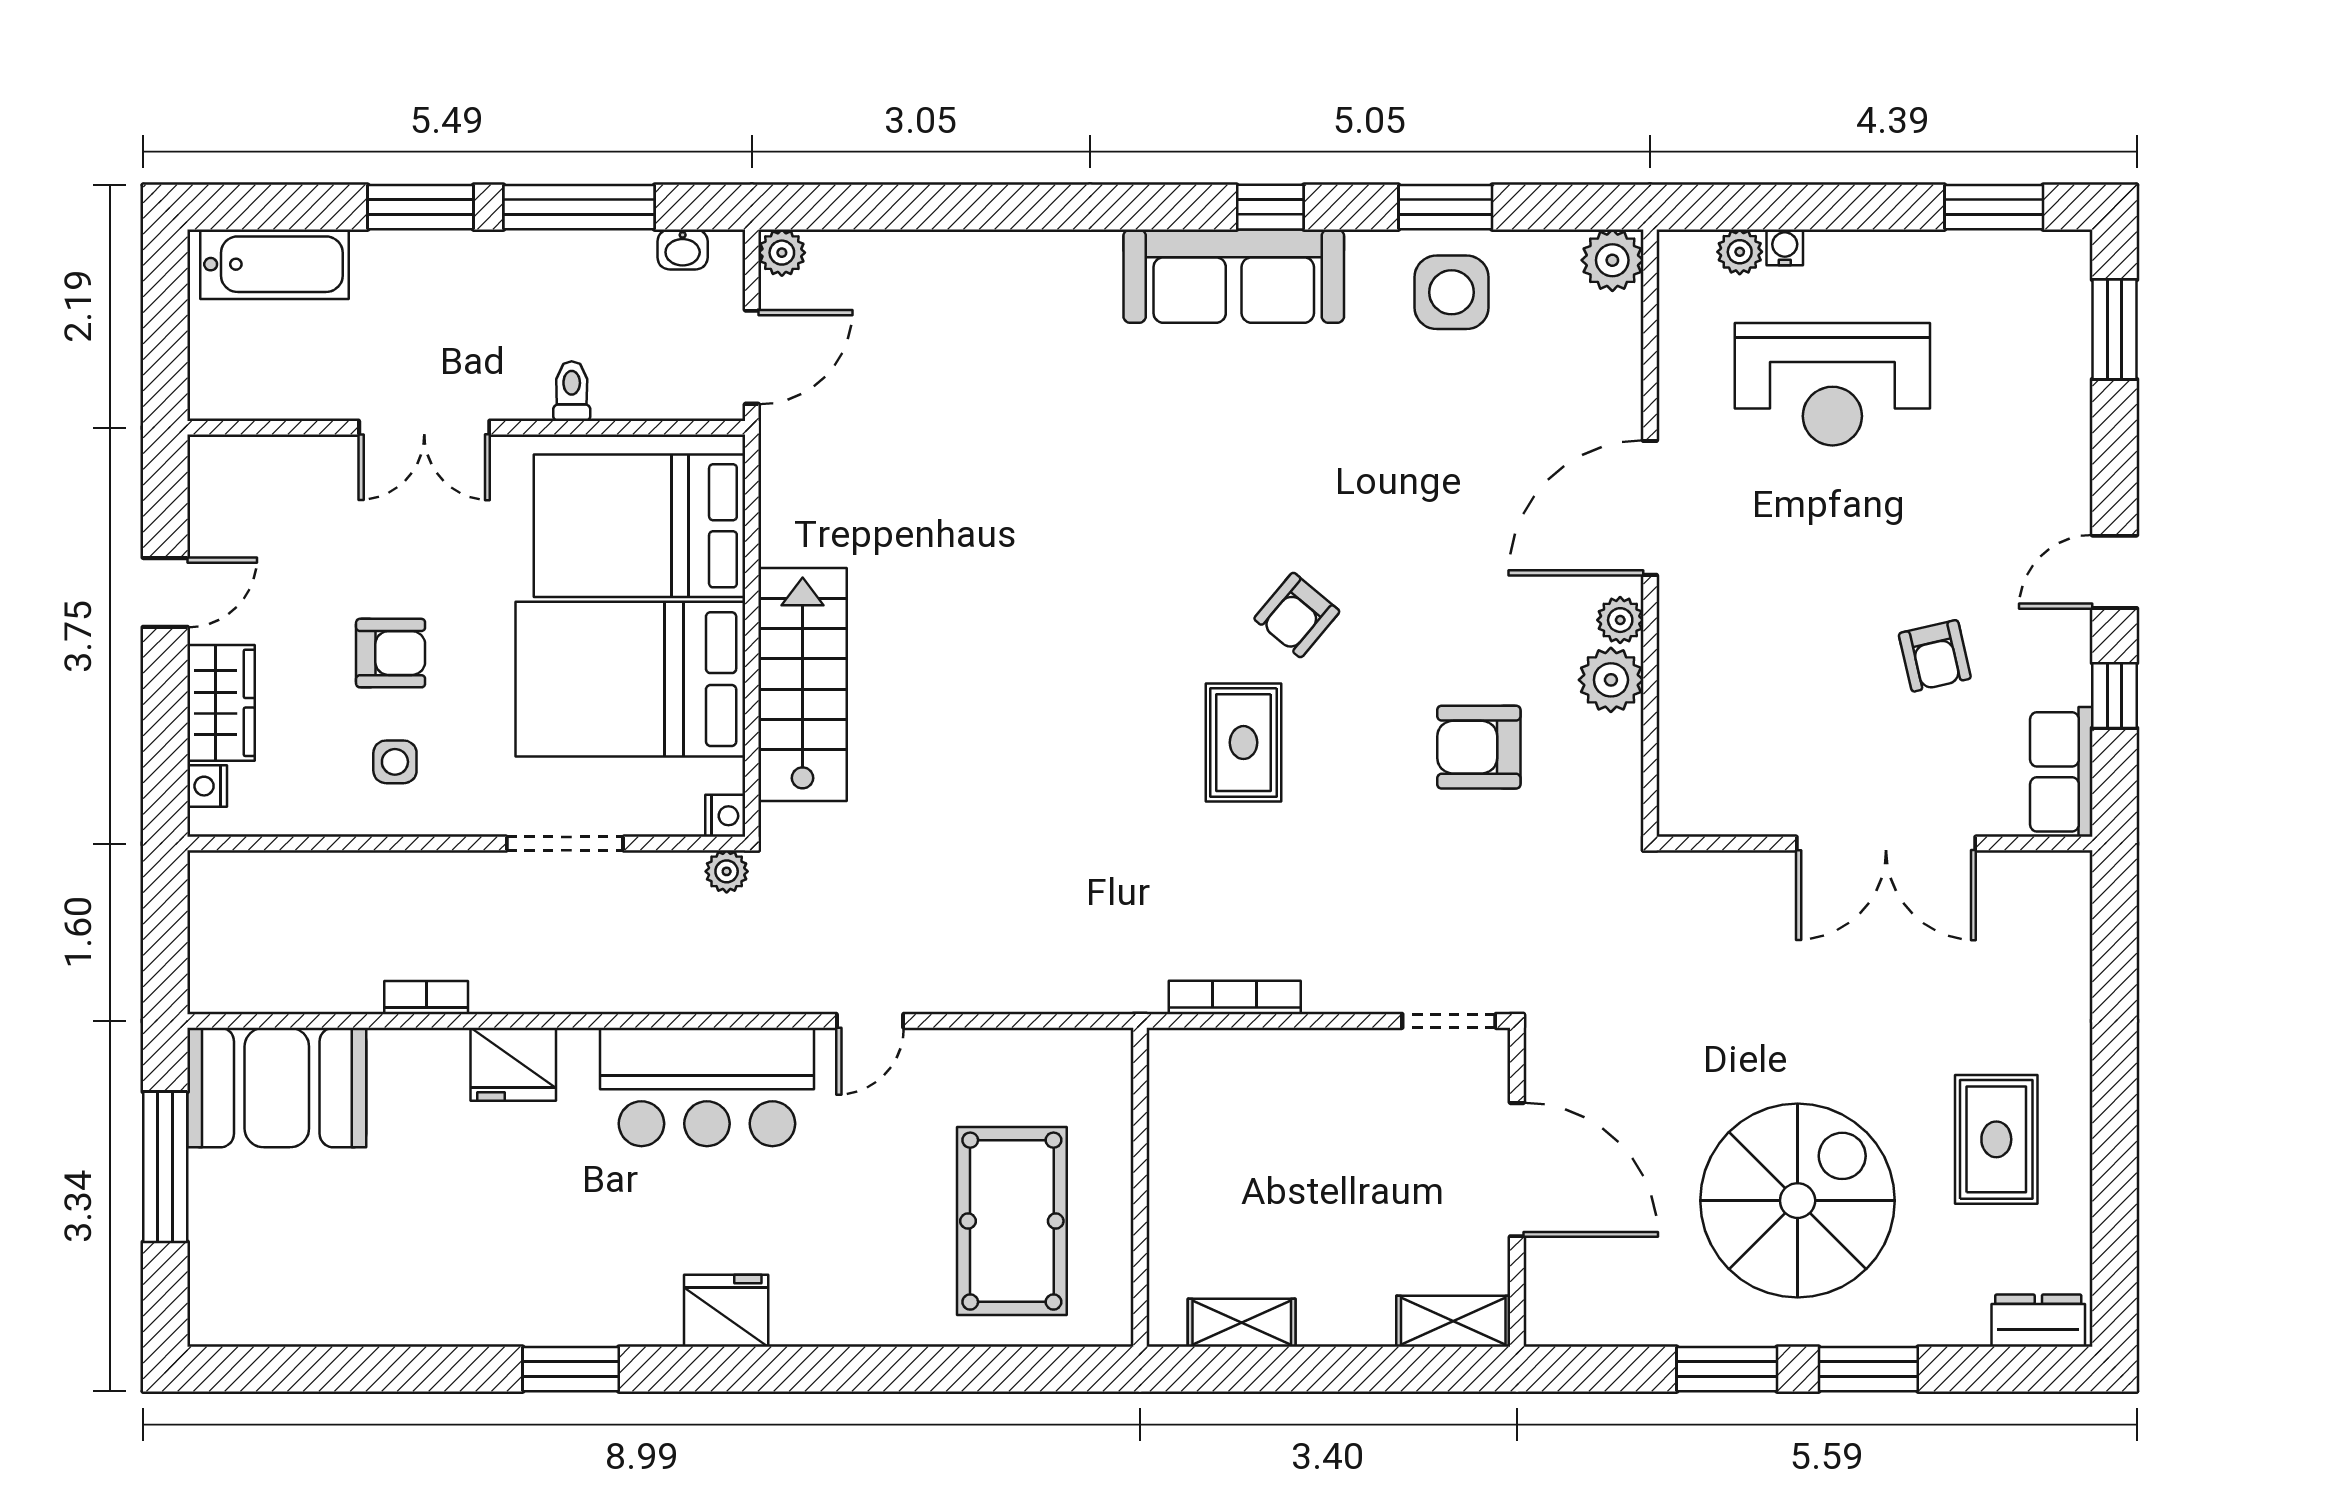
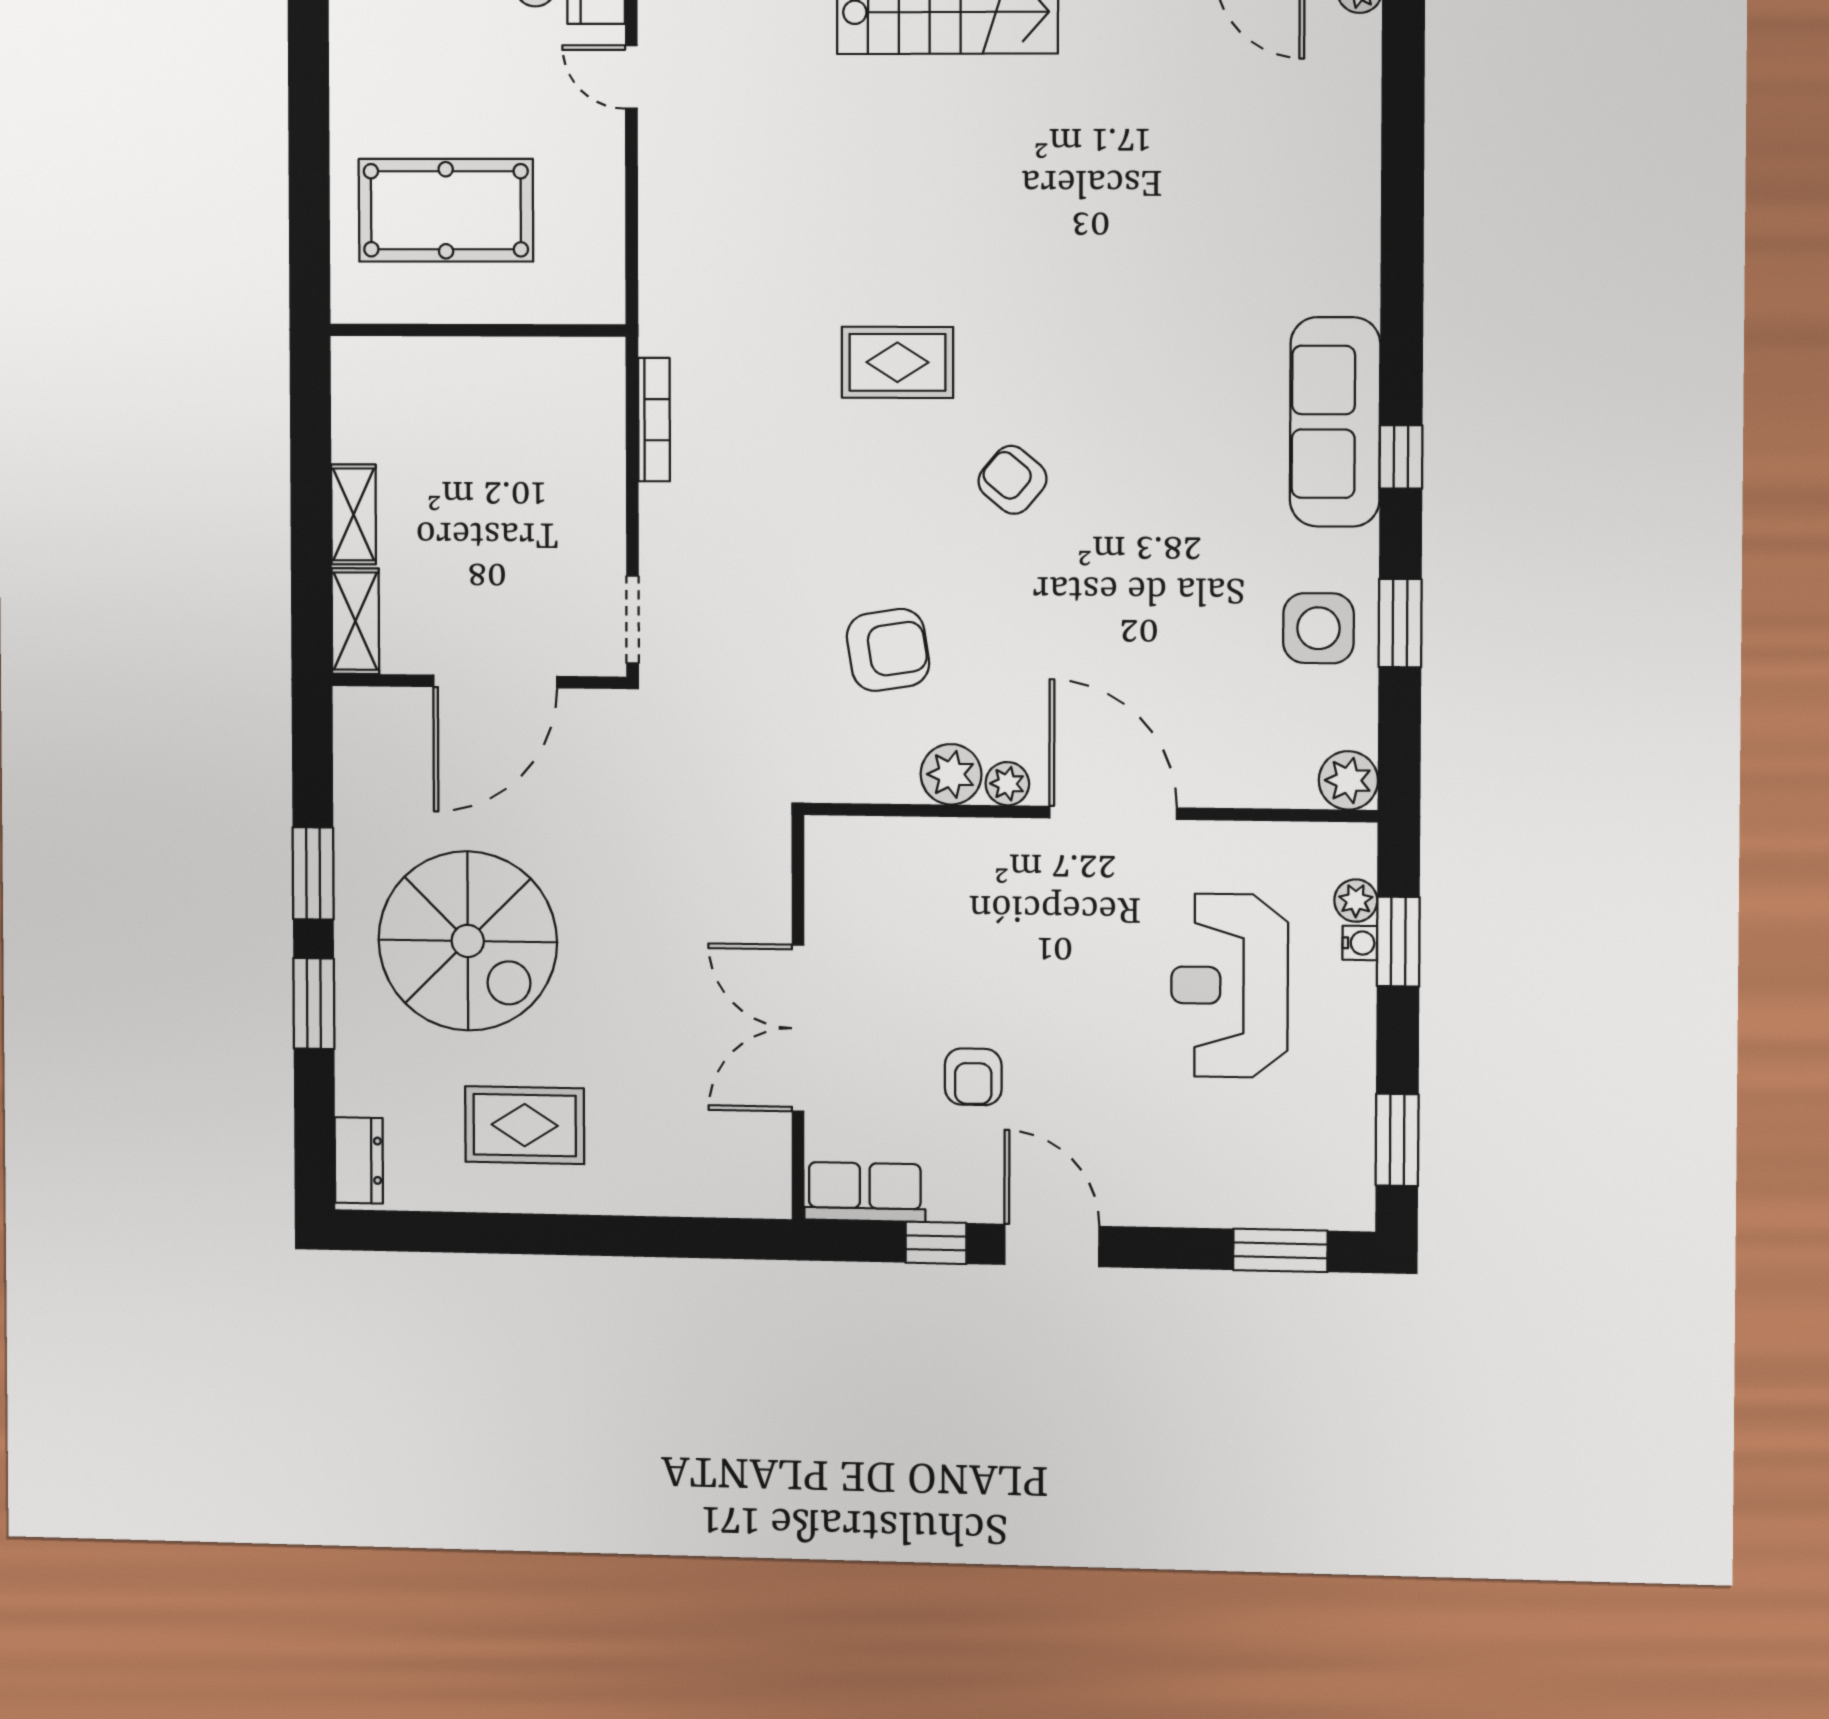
window: (1783, 207) -> (1398, 942), added
door: (2115, 572) -> (1052, 1245), width x1.38
armchair: (1935, 656) -> (973, 1077), turned -77
rug: (1243, 743) -> (897, 362), moved
armchair: (1479, 747) -> (888, 650), turned 81
shelving: (1242, 1323) -> (354, 514), moved

